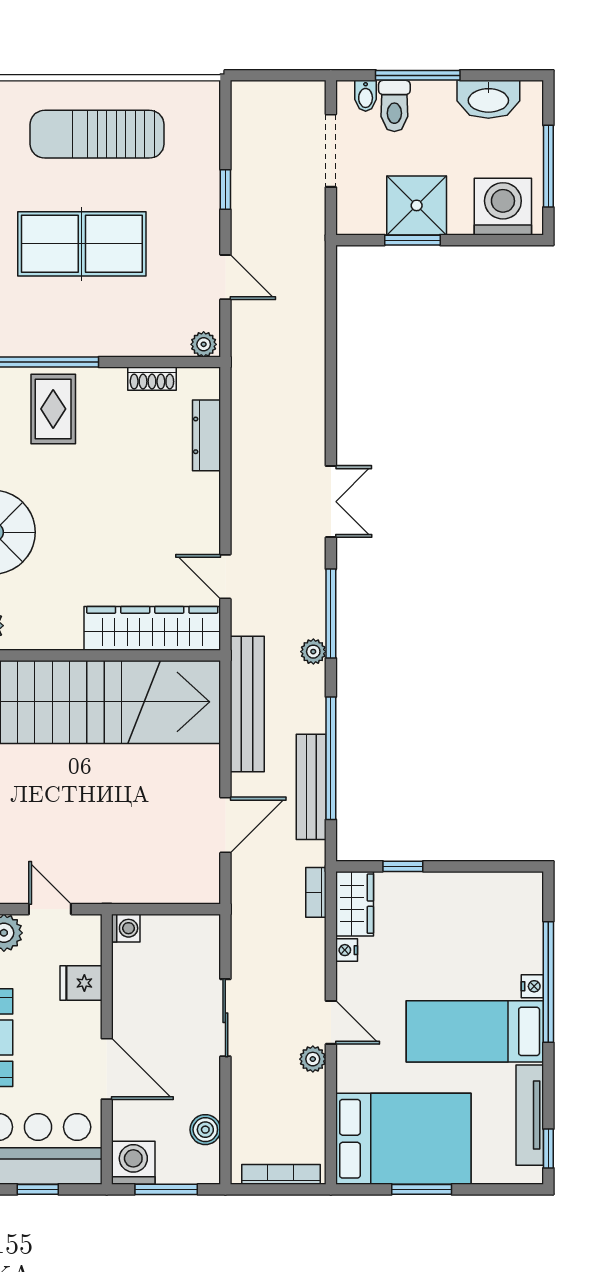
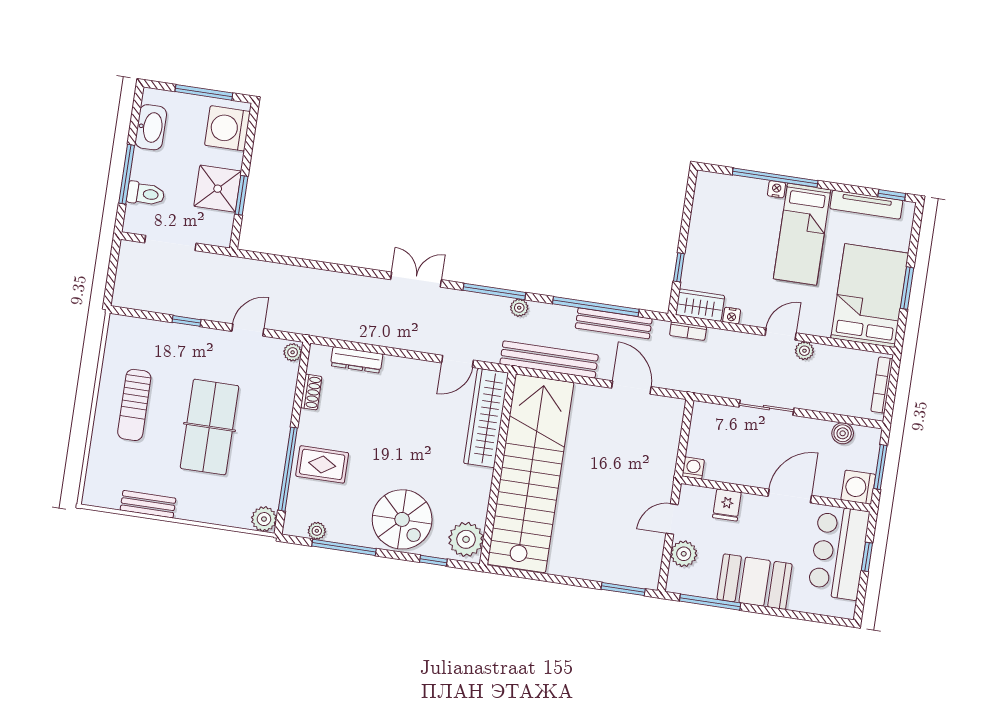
bidet: (366, 96) -> (135, 213), removed
sun lounger: (97, 134) -> (134, 405), width x0.73, depth x0.75

